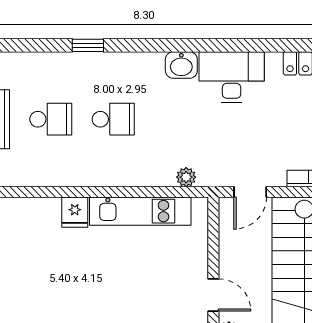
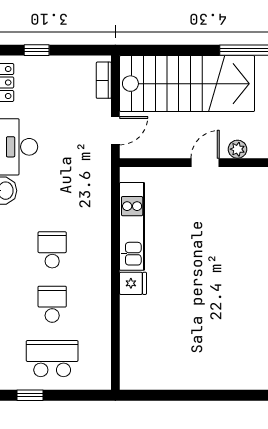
plant: (186, 177) -> (103, 186), removed
door: (250, 192) -> (115, 131), hinge flipped

